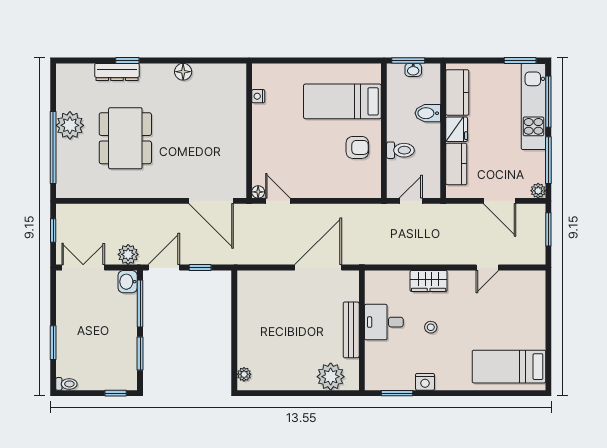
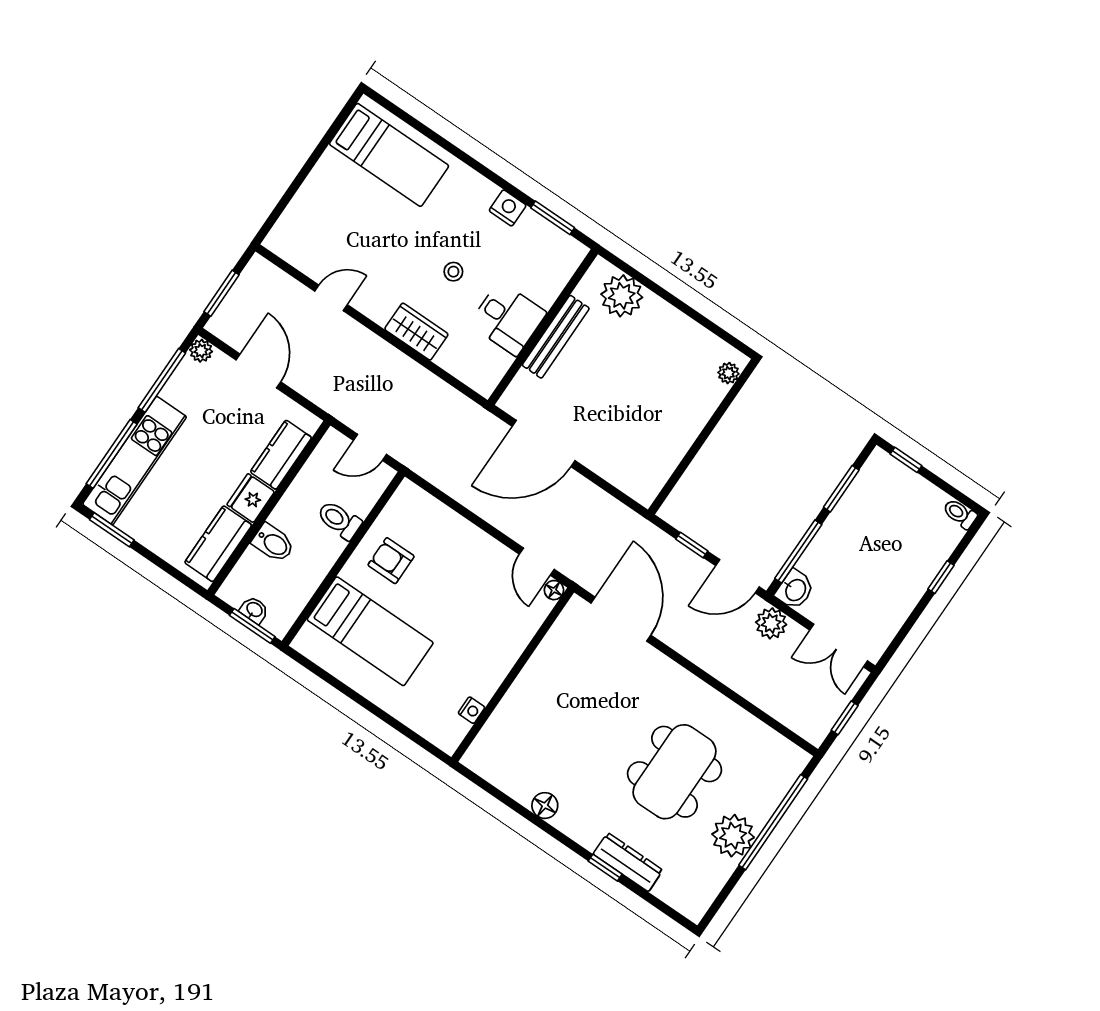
window: (53, 343) -> (941, 577), width x0.67

